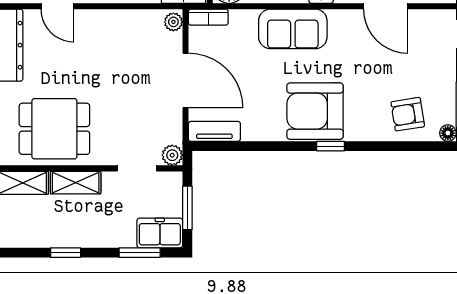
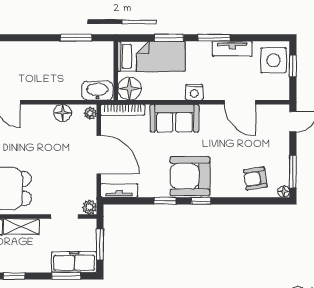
bookcase: (208, 17) -> (123, 110), width x1.56
floor lamp: (134, 21) -> (63, 113), added
window: (280, 146) -> (165, 201), added
freezer: (160, 233) -> (74, 262), width x1.40

